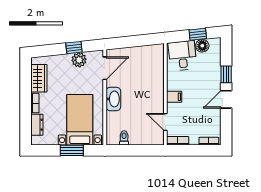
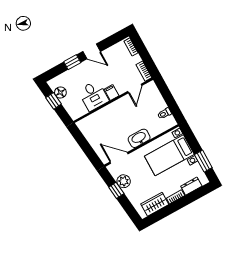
desk: (182, 56) -> (93, 96), moved, turned -84
window: (72, 150) -> (203, 161), moved

